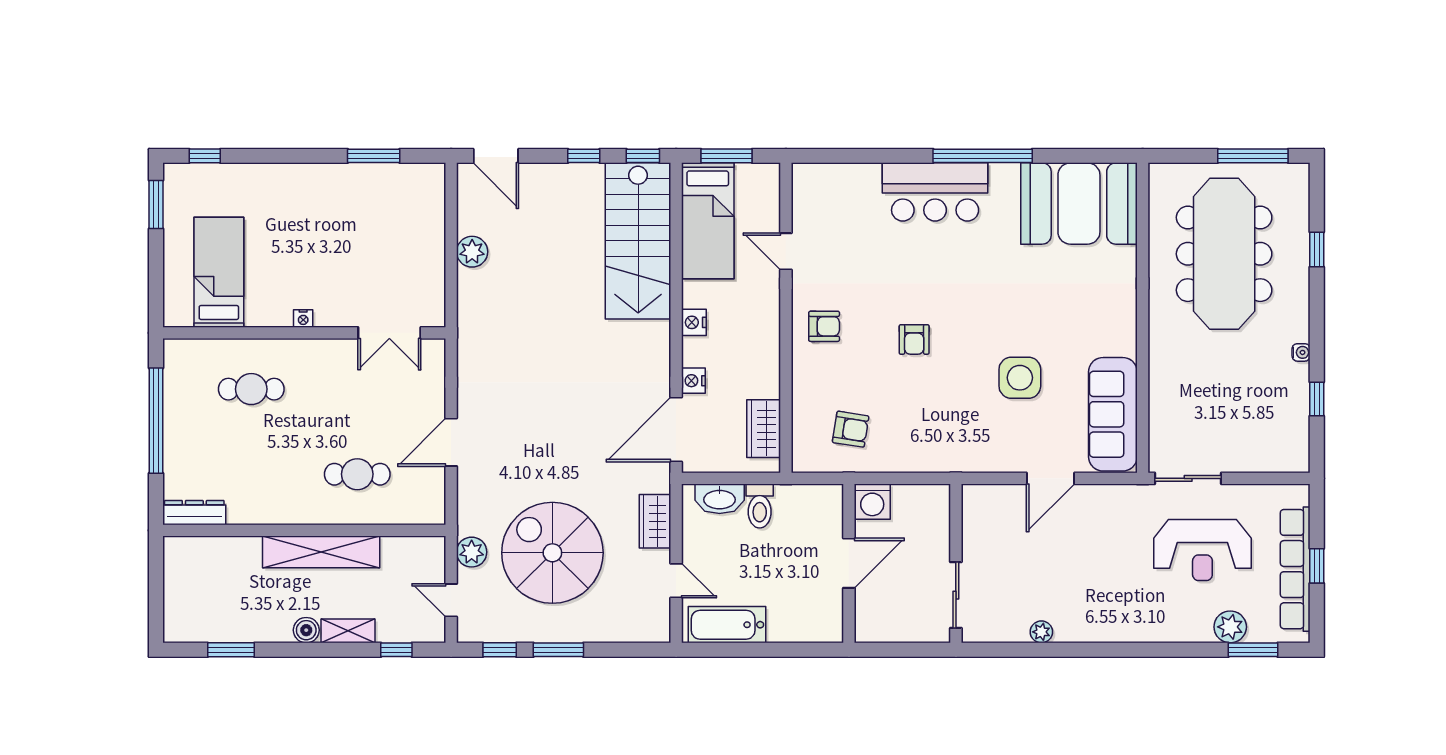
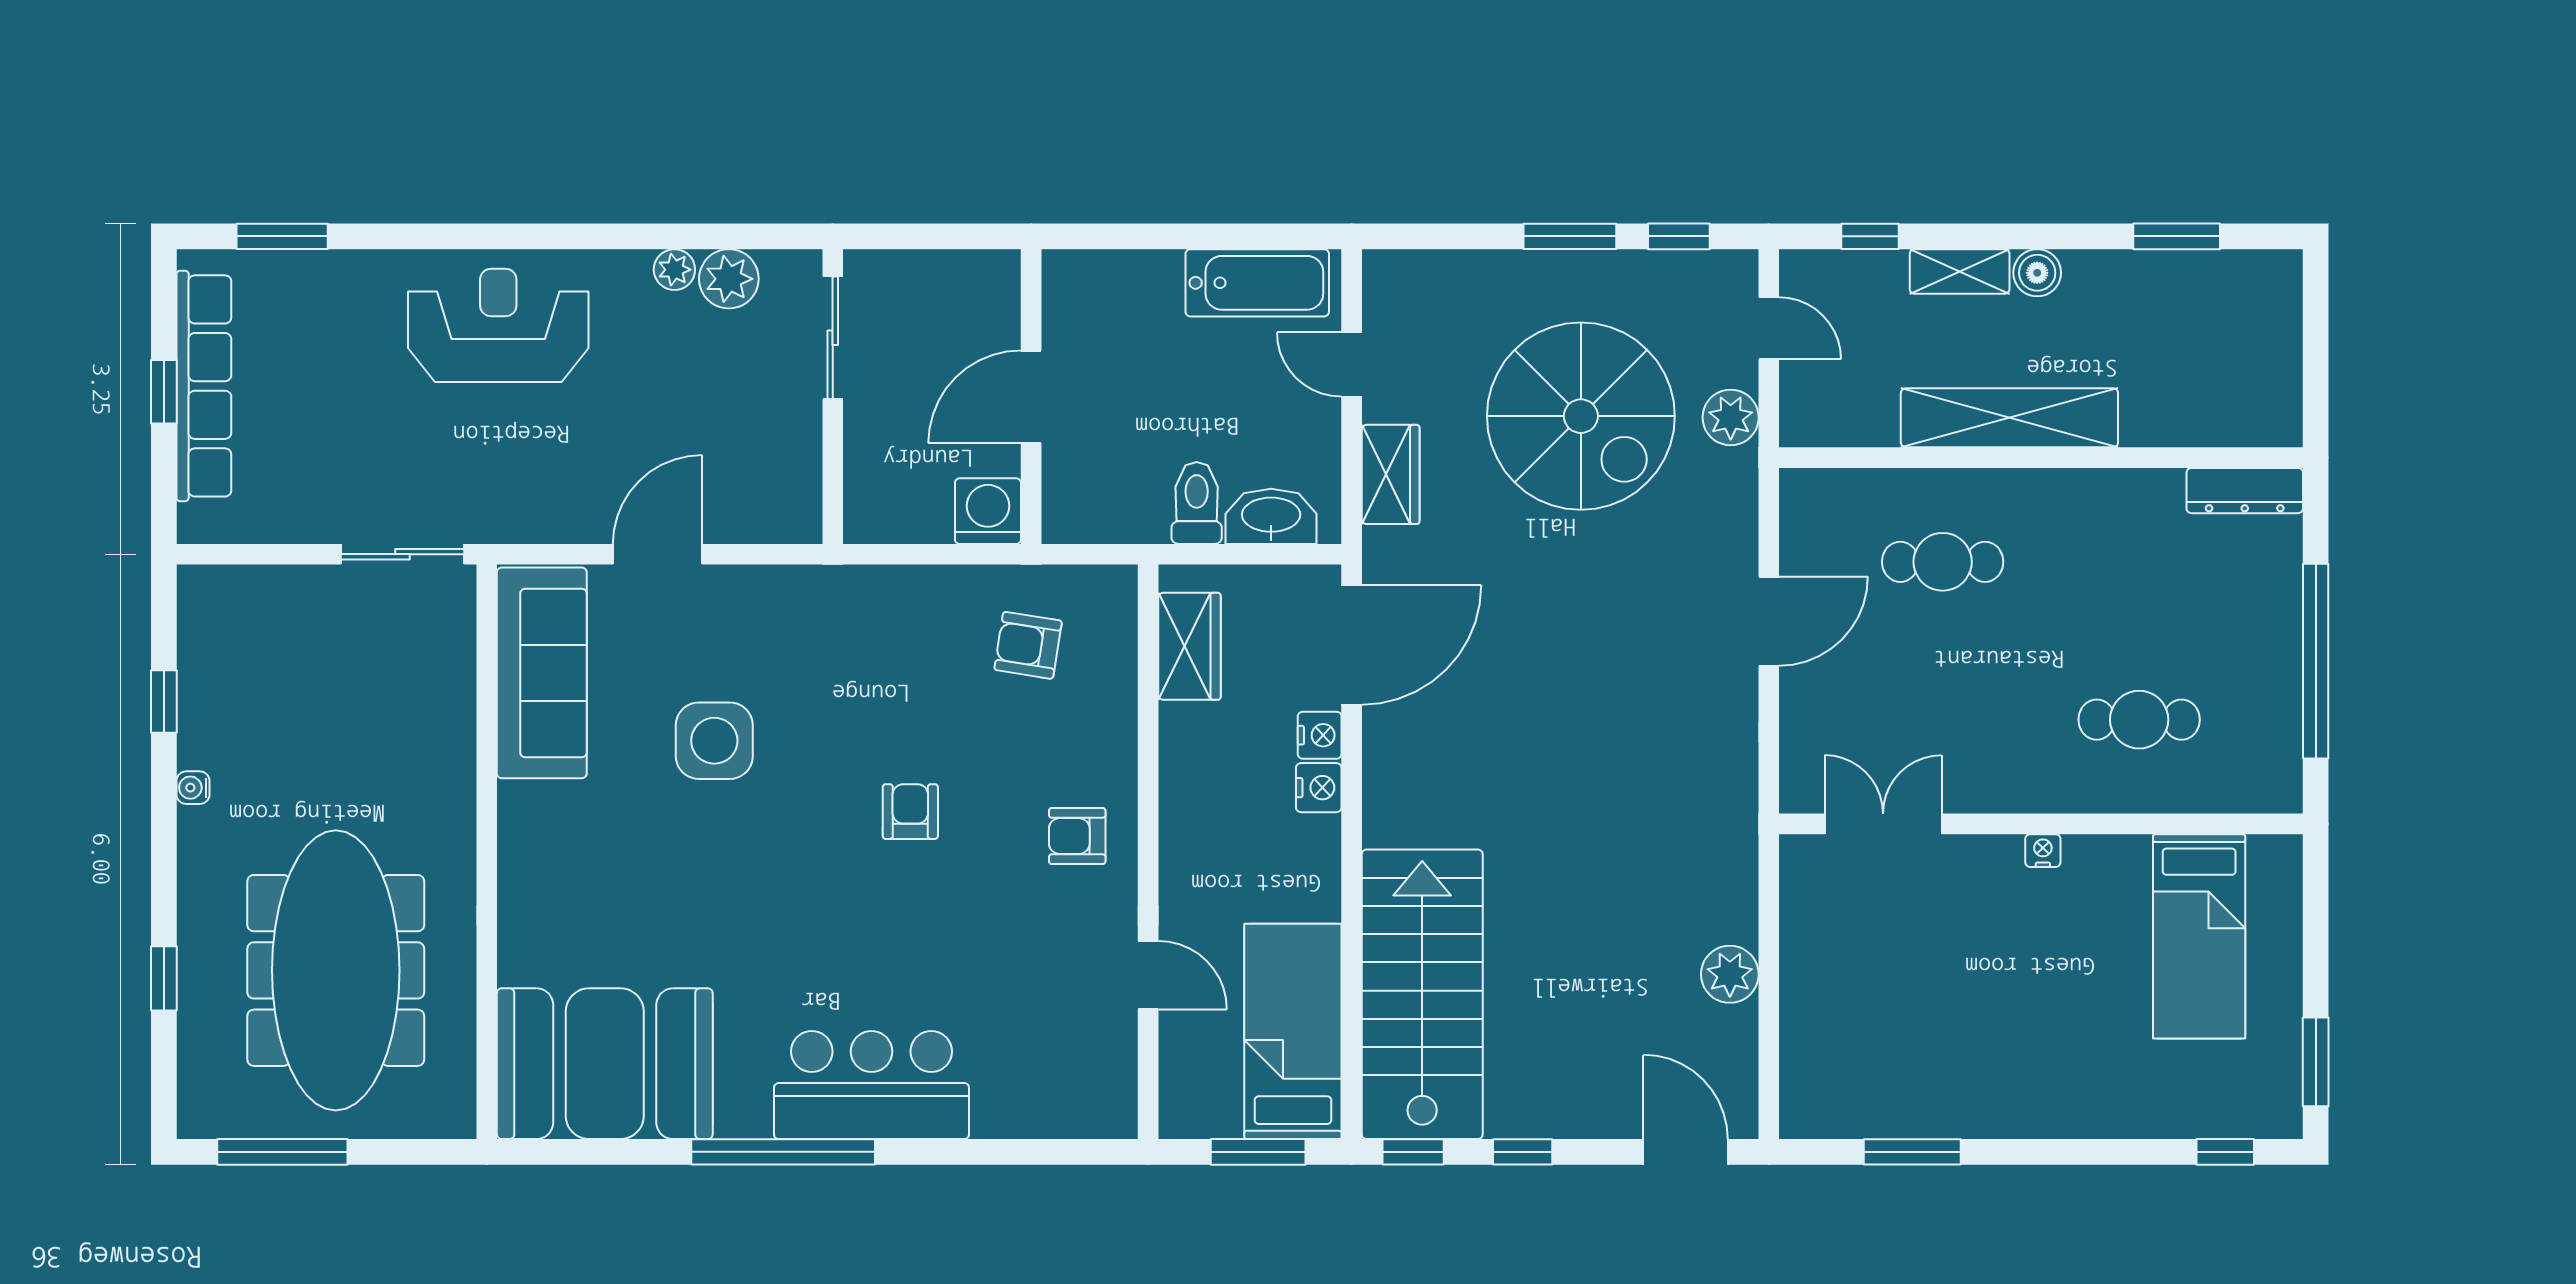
nightstand: (694, 322) -> (1319, 788), moved
reception desk: (1202, 550) -> (498, 325), moved
plant: (1230, 627) -> (729, 279), moved

